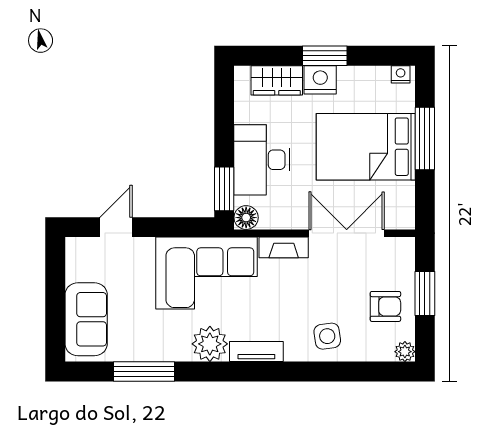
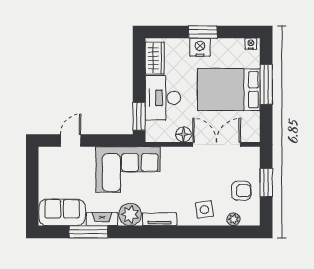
wardrobe: (277, 80) -> (155, 58), moved, turned -90
floor lamp: (246, 218) -> (183, 134), moved
fireplace: (284, 247) -> (102, 219), moved, turned 180
sofa: (86, 319) -> (62, 212), moved, turned -90
plant: (405, 352) -> (234, 219), moved

